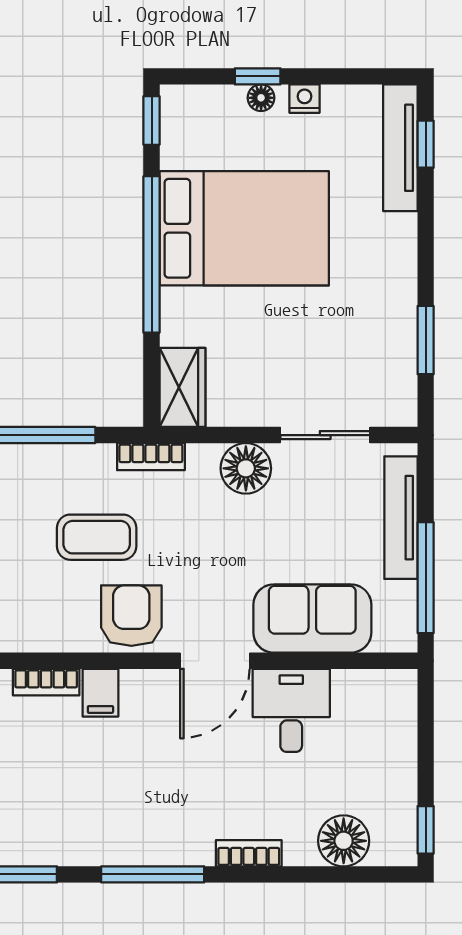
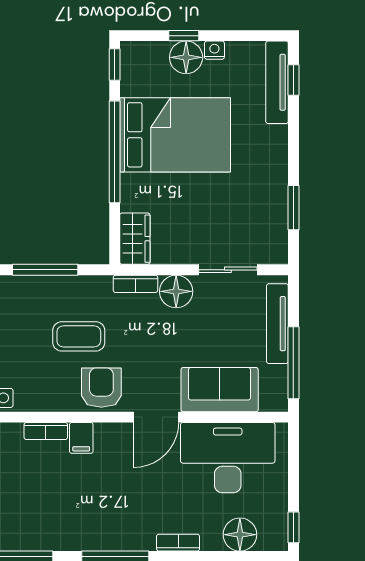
floor lamp: (261, 98) -> (186, 57), width x1.89, depth x1.89
bookcase: (151, 457) -> (135, 284), moved
desk: (291, 710) -> (228, 458), width x1.87, depth x1.30

